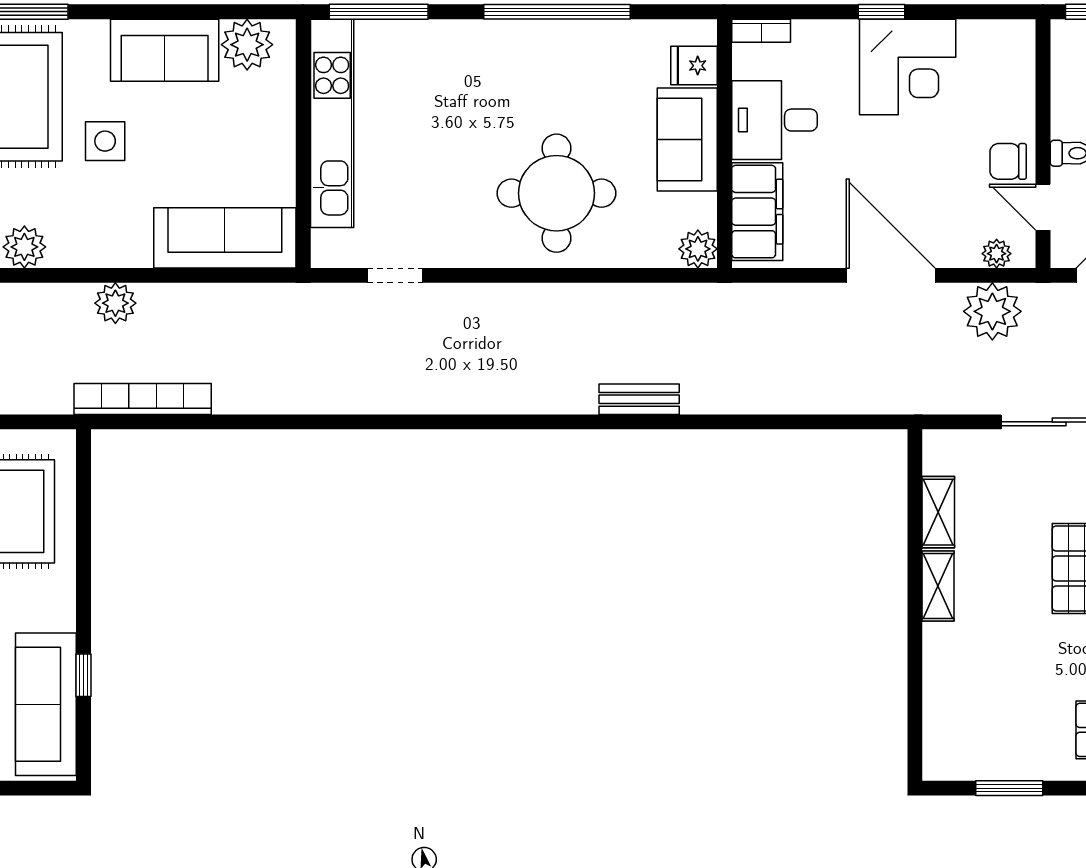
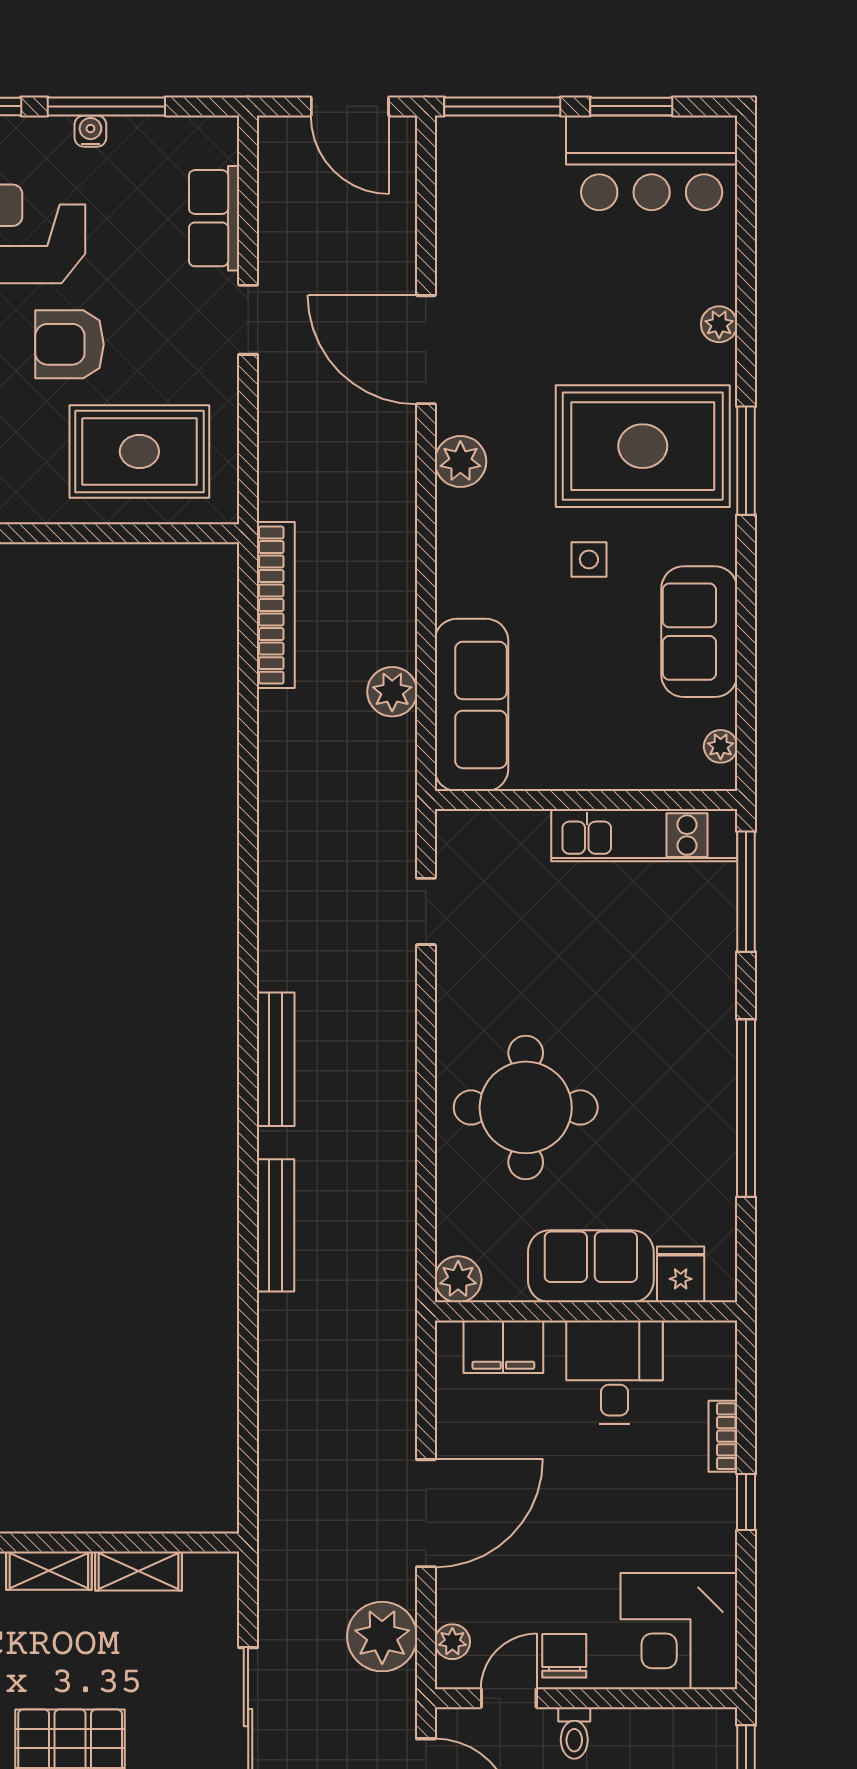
bookcase: (761, 31) -> (723, 1436), moved
plant: (247, 45) -> (721, 746), width x0.53, depth x0.53
corner desk: (908, 67) -> (679, 1631), moved
kitchen unit: (332, 123) -> (644, 835), width x0.73
side table: (105, 141) -> (589, 559), width x0.73, depth x0.73
filing cabinet: (757, 212) -> (503, 1347), width x0.67, depth x0.86
plant: (115, 303) -> (392, 692), moved
bench: (517, 399) -> (276, 1059), added
bench: (639, 399) -> (275, 1225), width x1.36

